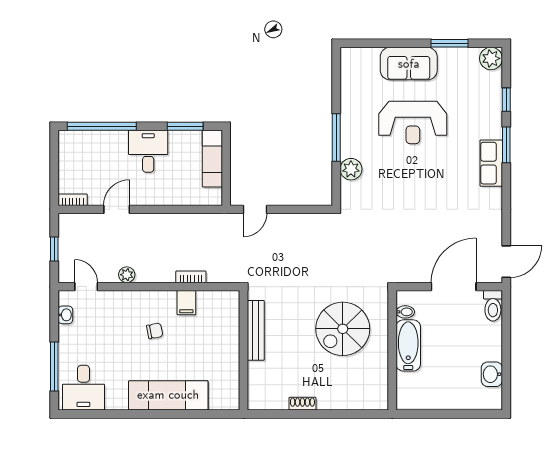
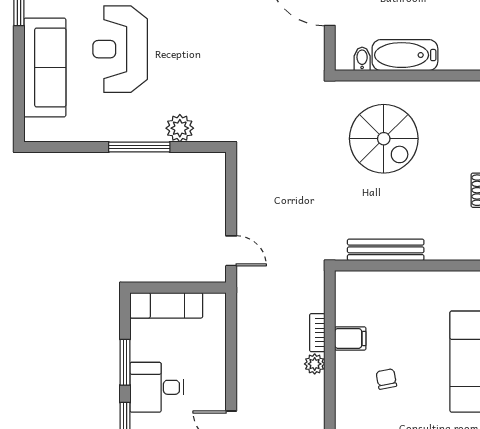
sofa: (409, 64) -> (45, 67), width x1.36
reception desk: (413, 122) -> (120, 49), turned 180
window: (185, 126) -> (125, 362), moved
plant: (127, 275) -> (315, 364), moved

